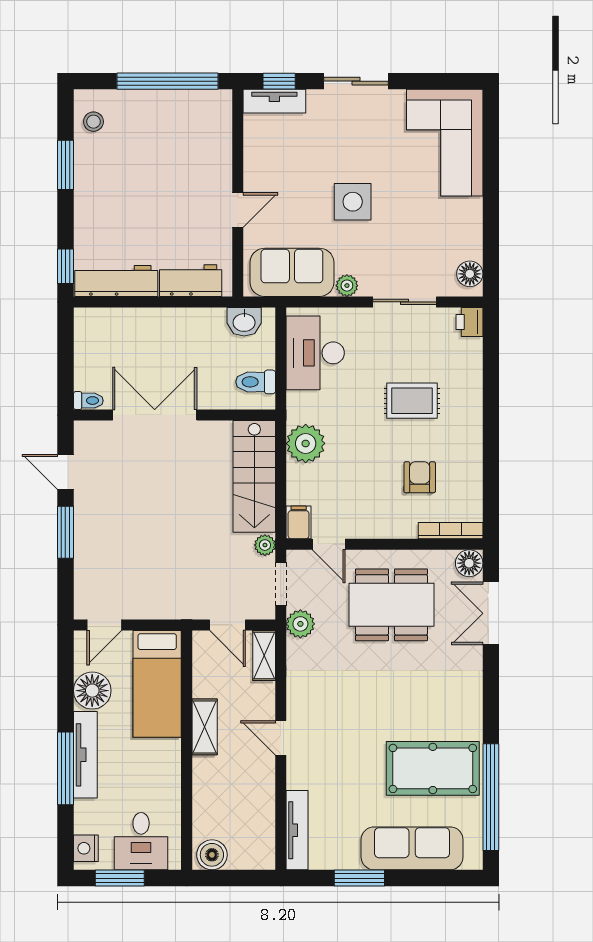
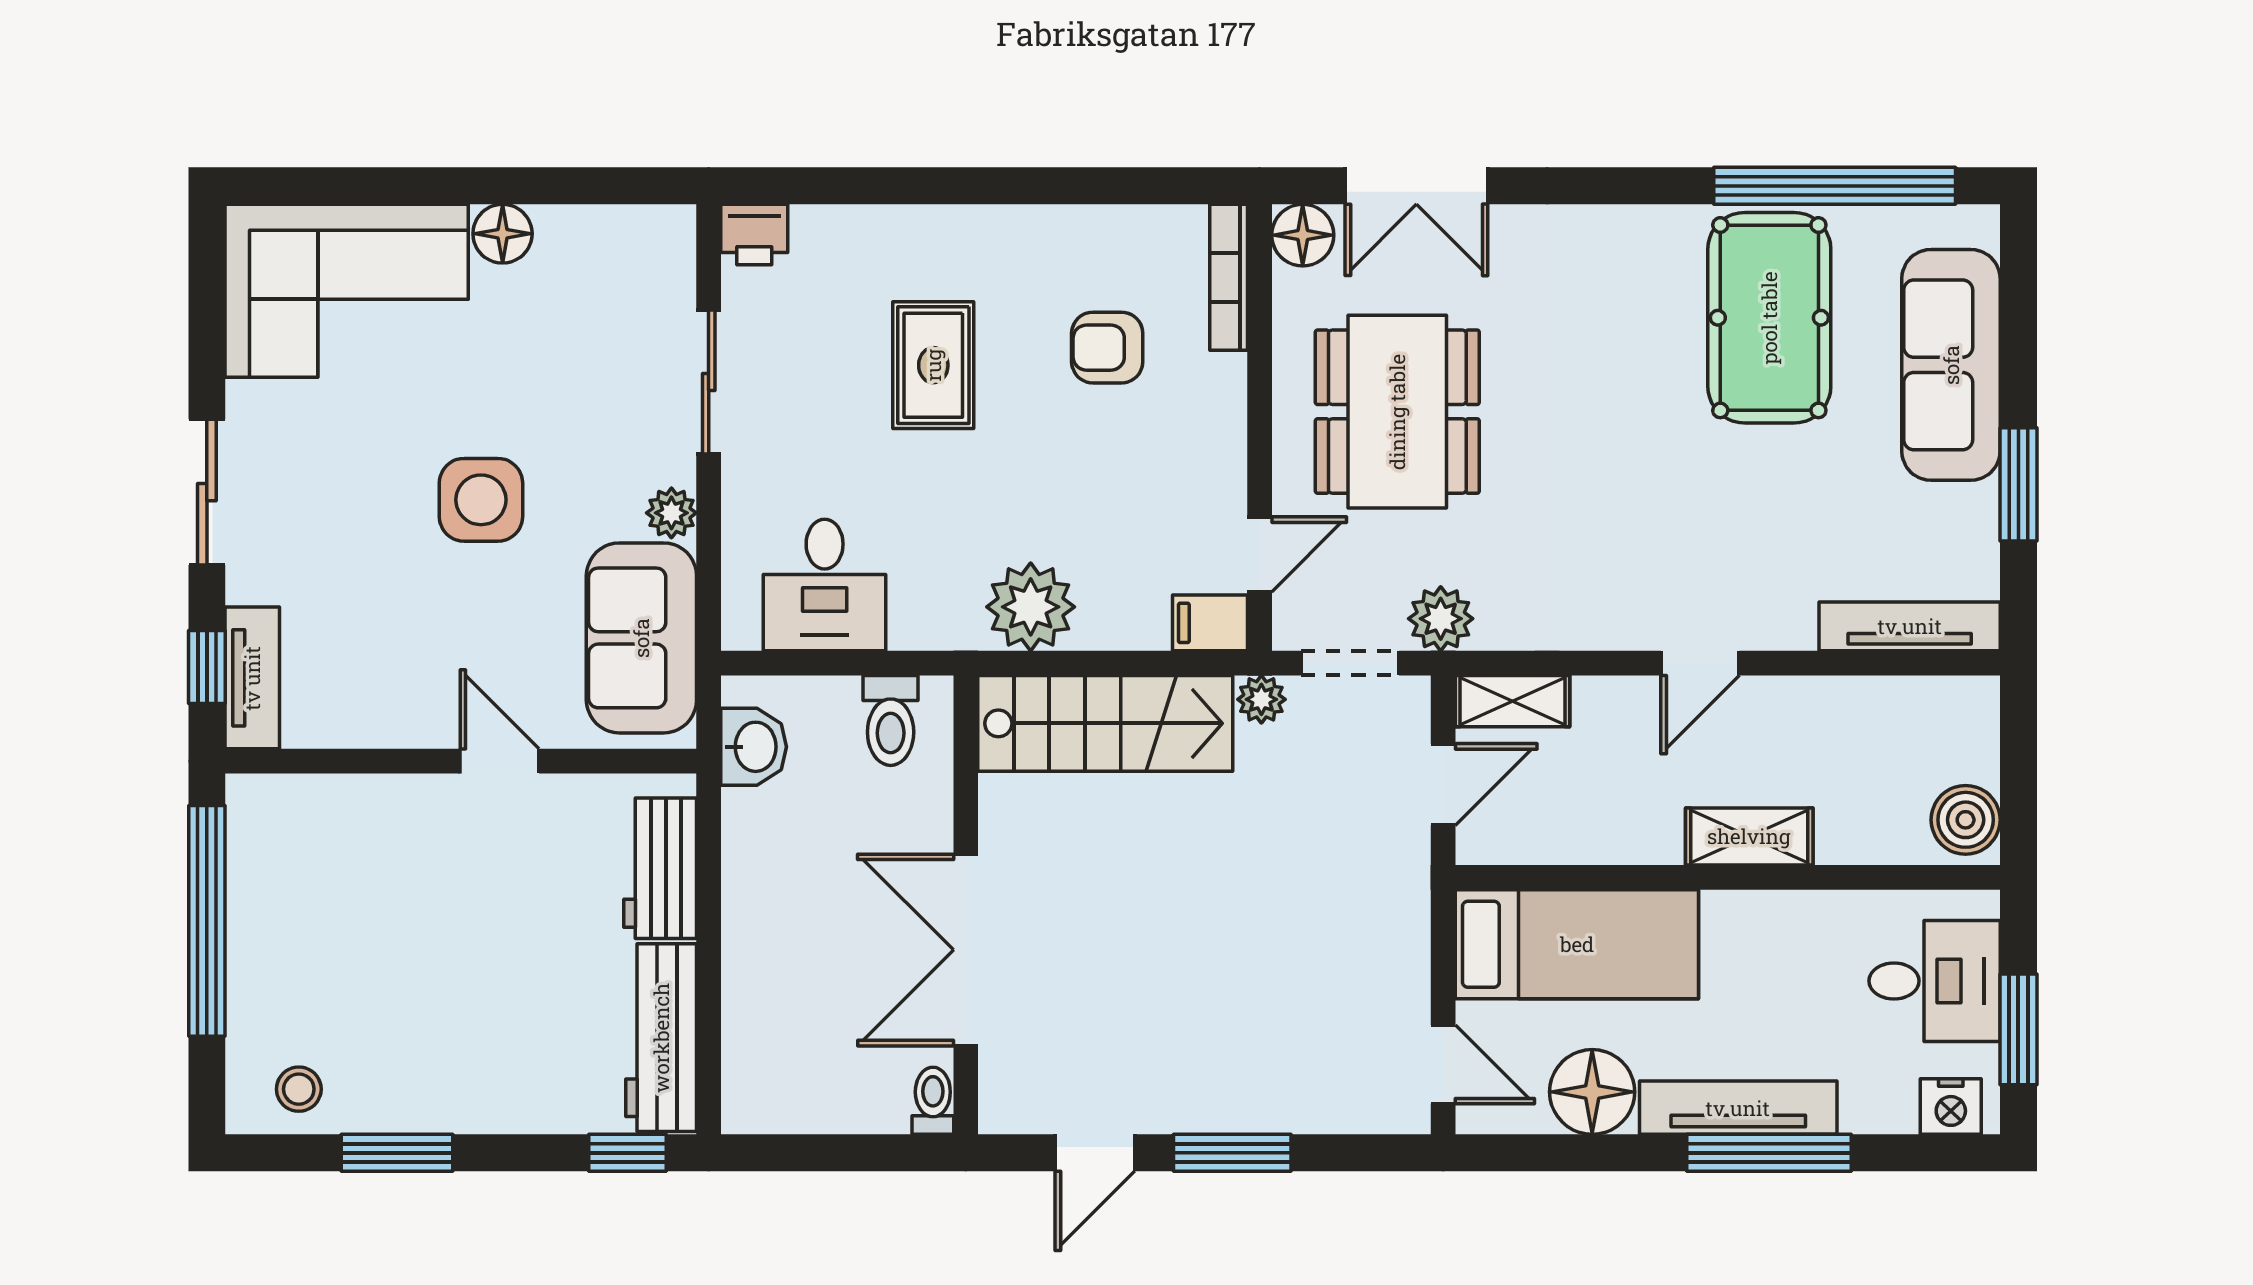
floor lamp: (470, 274) -> (503, 234), moved
desk: (315, 353) -> (825, 585), width x0.73
shelving: (205, 727) -> (1749, 836), moved

